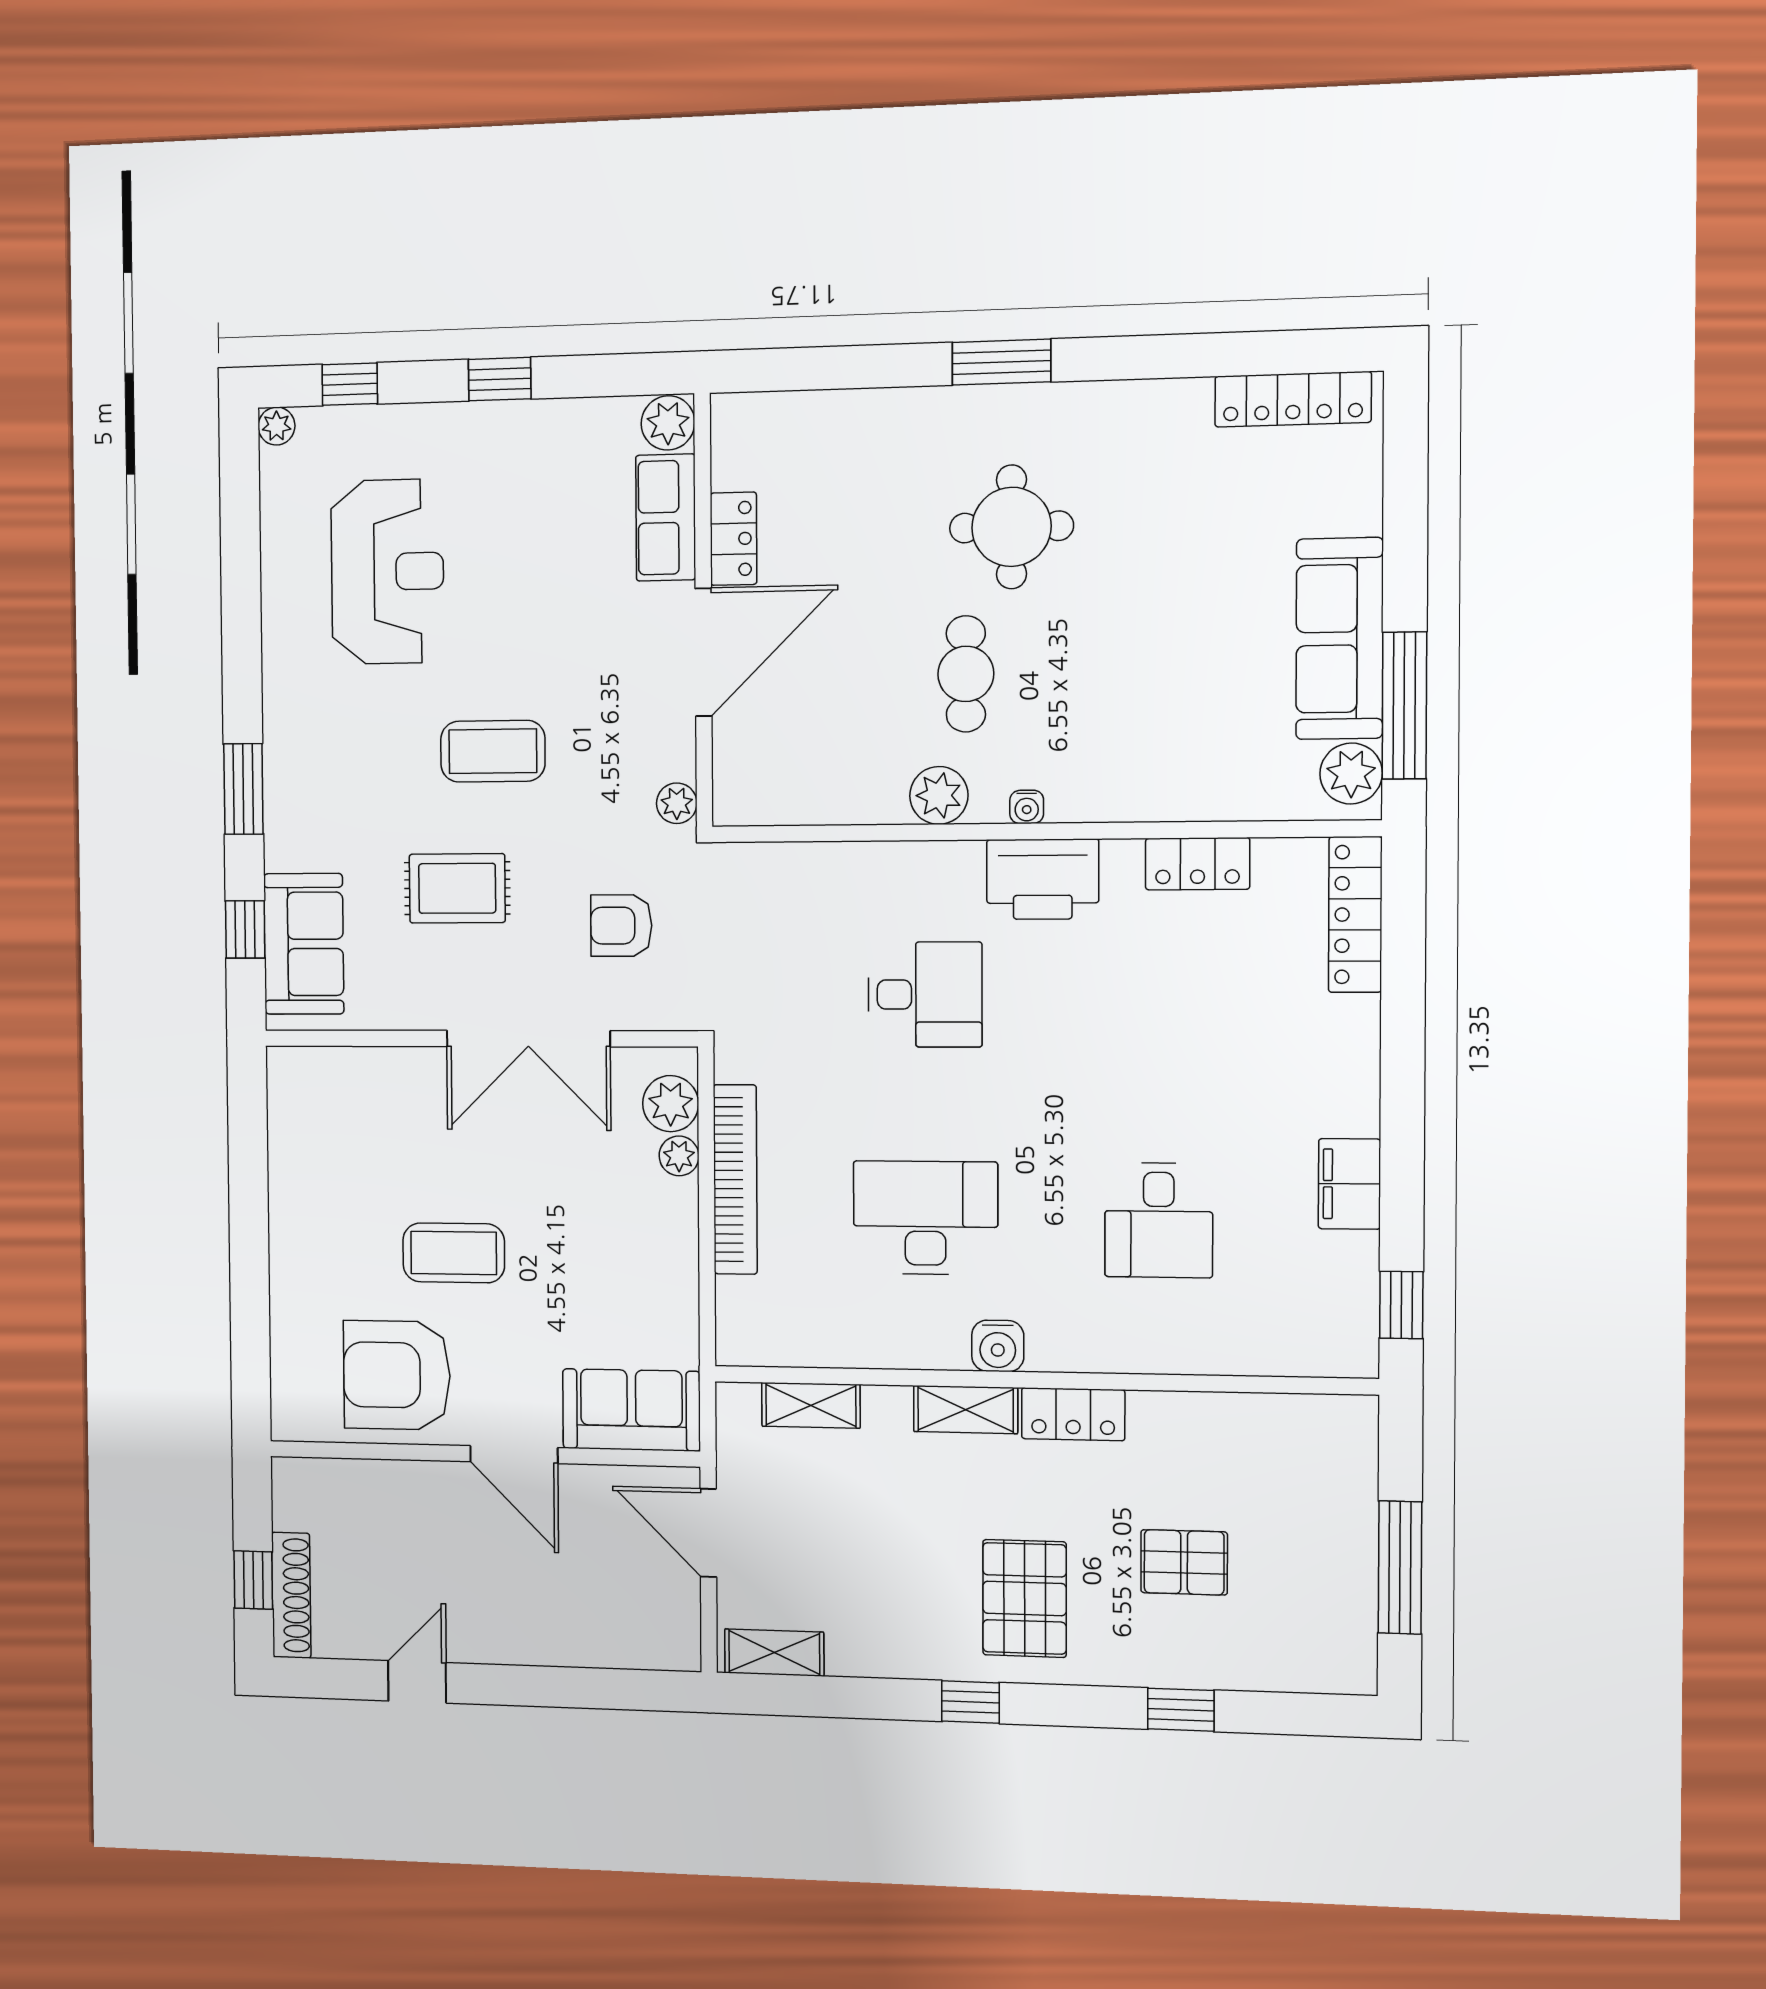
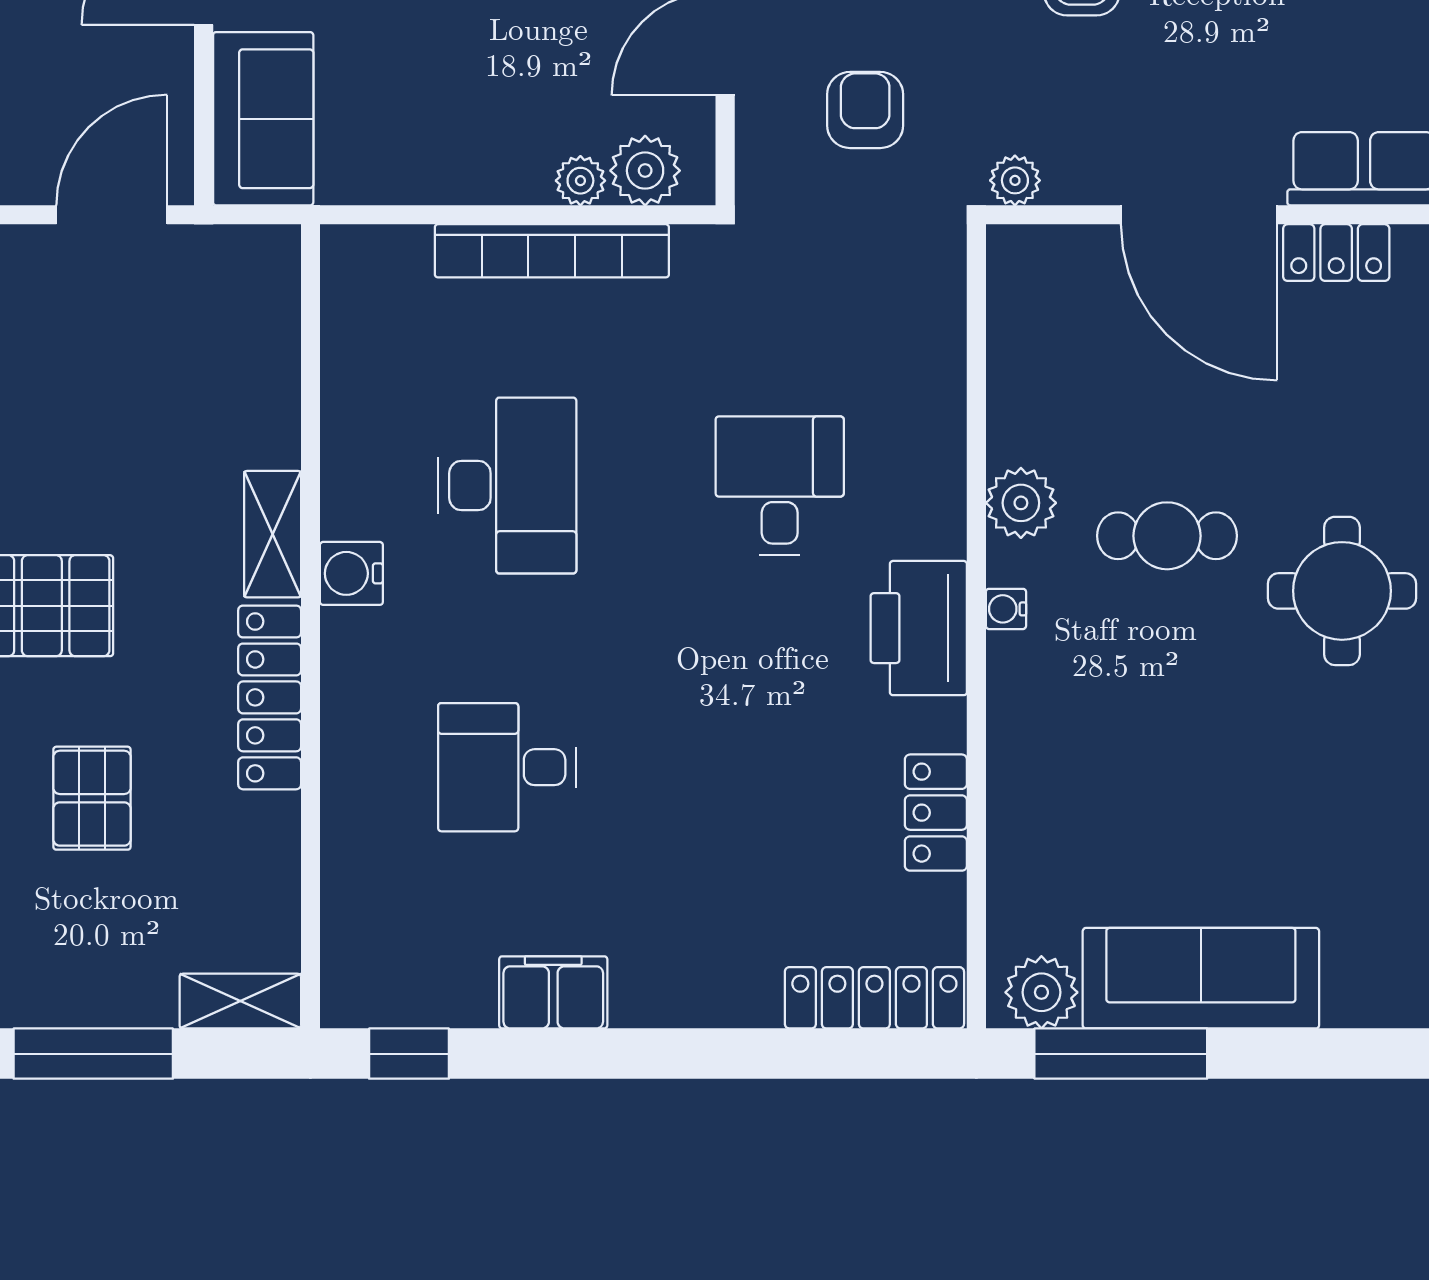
desk: (925, 995) -> (780, 485), turned 180
shelving: (811, 1405) -> (240, 1001), moved, turned 90
locker: (1073, 1414) -> (270, 697), width x1.53

